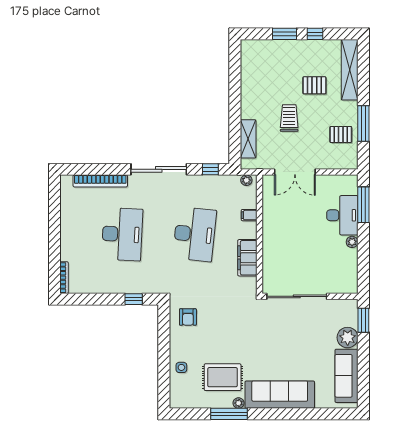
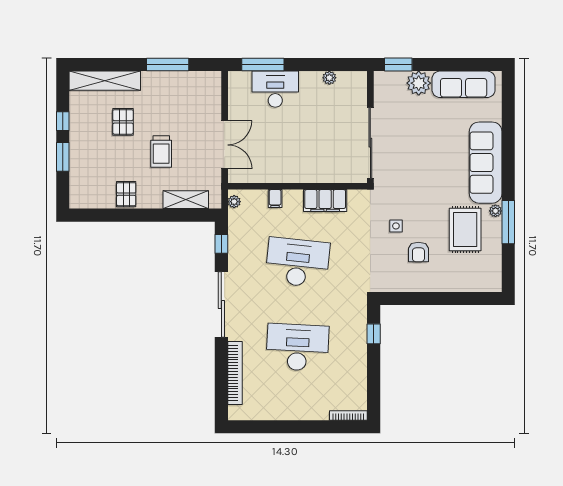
trolley: (289, 118) -> (161, 151), turned -90
pallet: (341, 134) -> (126, 194), moved
plant: (352, 242) -> (329, 78), moved
armchair: (188, 317) -> (418, 252), moved, turned 90
side table: (181, 367) -> (396, 226), moved

